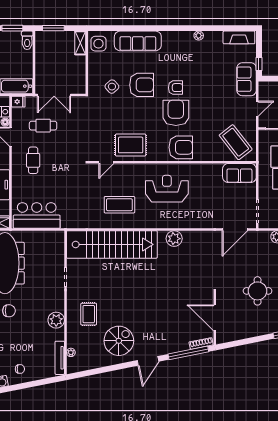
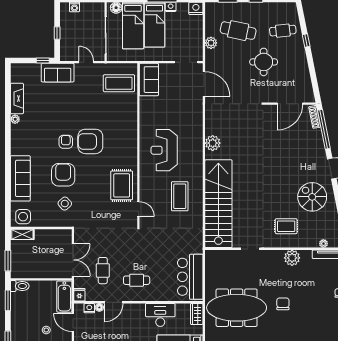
fireplace: (239, 37) -> (17, 98), moved
coffee table: (236, 142) -> (119, 83), turned 38
armchair: (181, 147) -> (124, 137), removed

